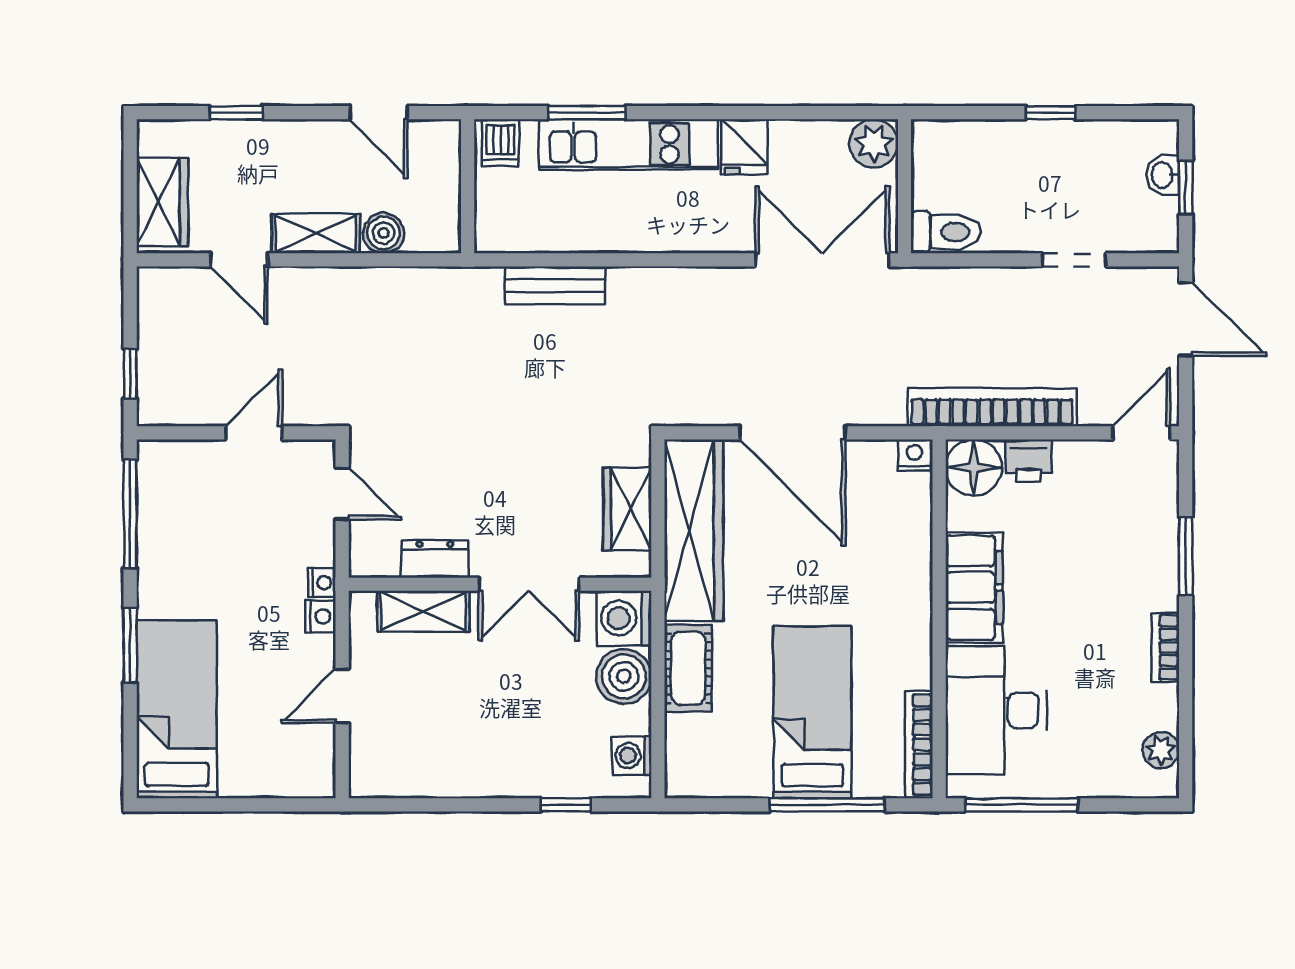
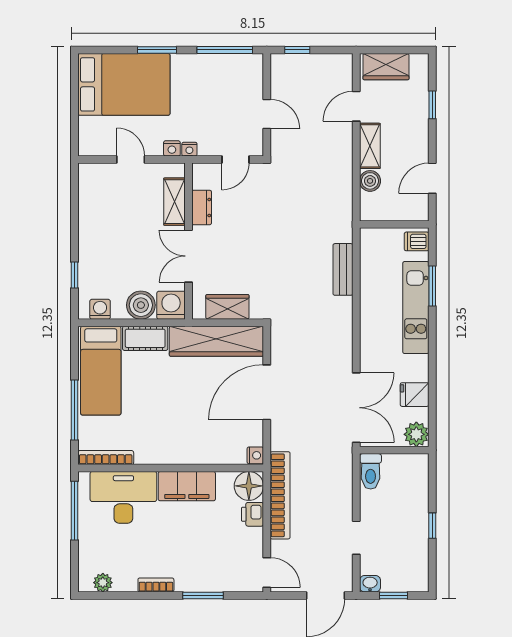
fridge: (744, 147) -> (415, 395), moved
washbasin: (1163, 175) -> (370, 584), moved
bed: (177, 709) -> (124, 84), width x1.50
bed: (812, 712) -> (101, 371), moved, turned 90

